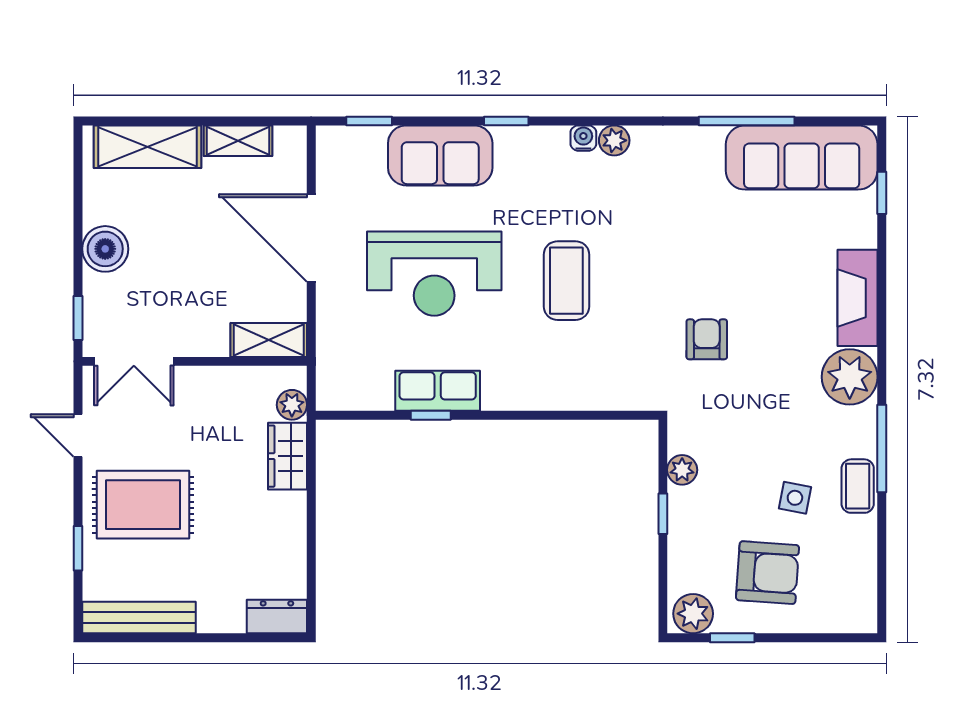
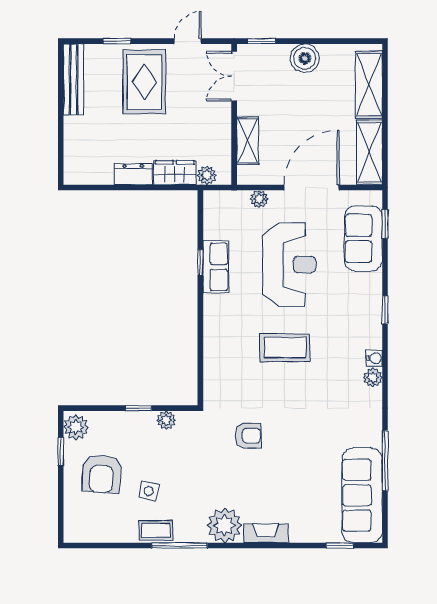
shelving: (238, 141) -> (369, 152), width x1.50, depth x1.33
sofa: (440, 155) -> (363, 238), moved
reception desk: (434, 274) -> (289, 265), turned 180
fireplace: (858, 298) -> (266, 533), width x0.73, depth x0.76
plant: (330, 322) -> (259, 199), added
shelving: (269, 340) -> (248, 141), moved
dresser: (277, 617) -> (133, 174), moved, turned -90

